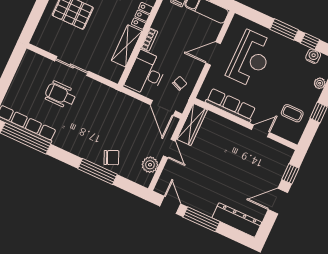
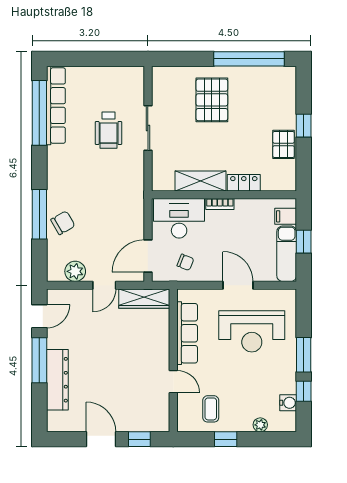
wheelchair: (60, 95) -> (109, 130), turned 180
chair: (111, 158) -> (63, 223), turned -96
dresser: (237, 220) -> (57, 380), moved

